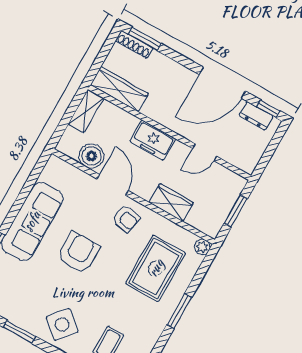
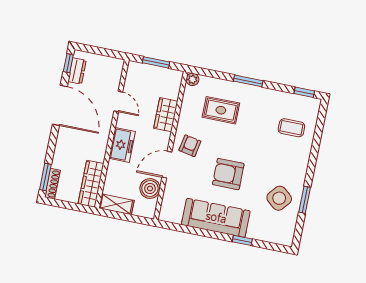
rug: (156, 268) -> (221, 110), width x0.73, depth x0.70
side table: (62, 324) -> (279, 198), moved

